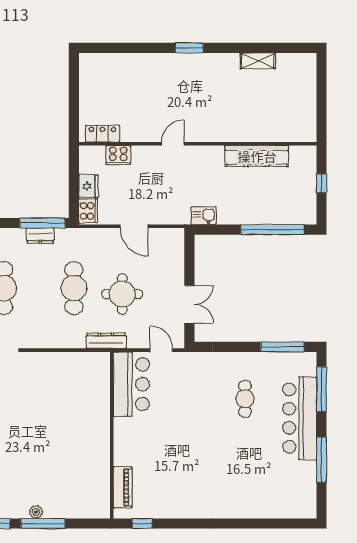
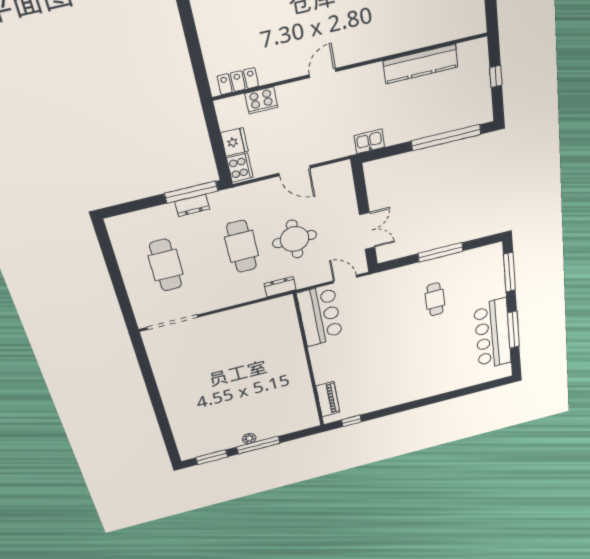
dresser: (106, 341) -> (280, 287), width x0.70
window: (282, 347) -> (440, 252), moved
bar counter: (300, 418) -> (493, 334), moved

